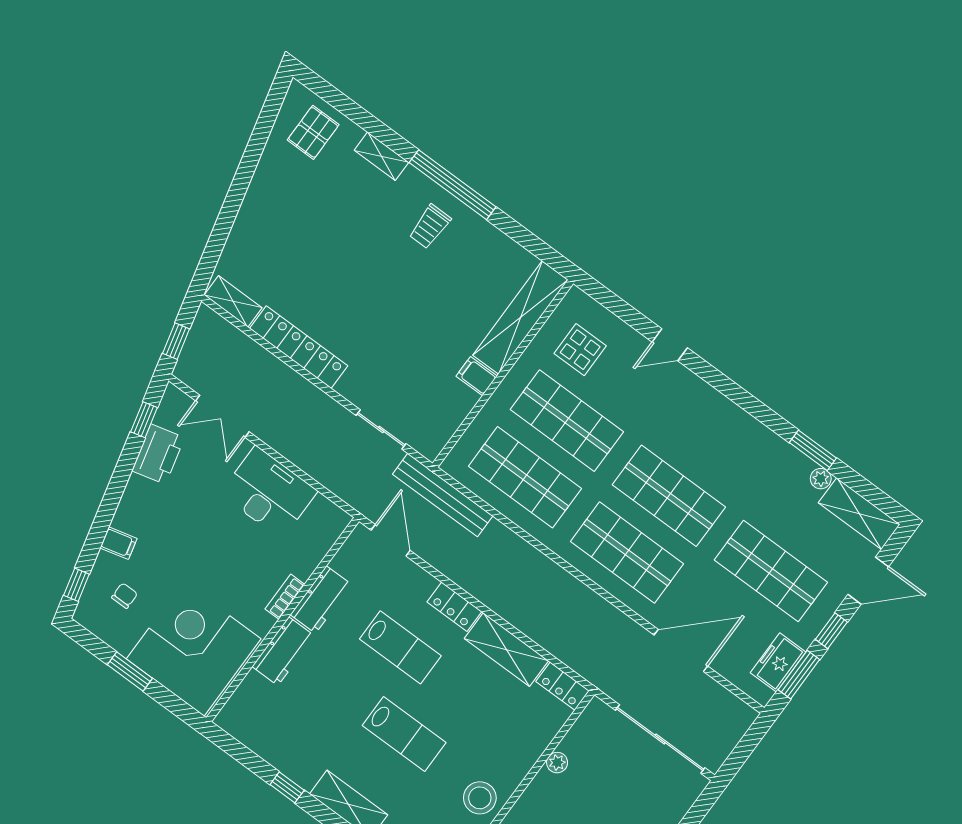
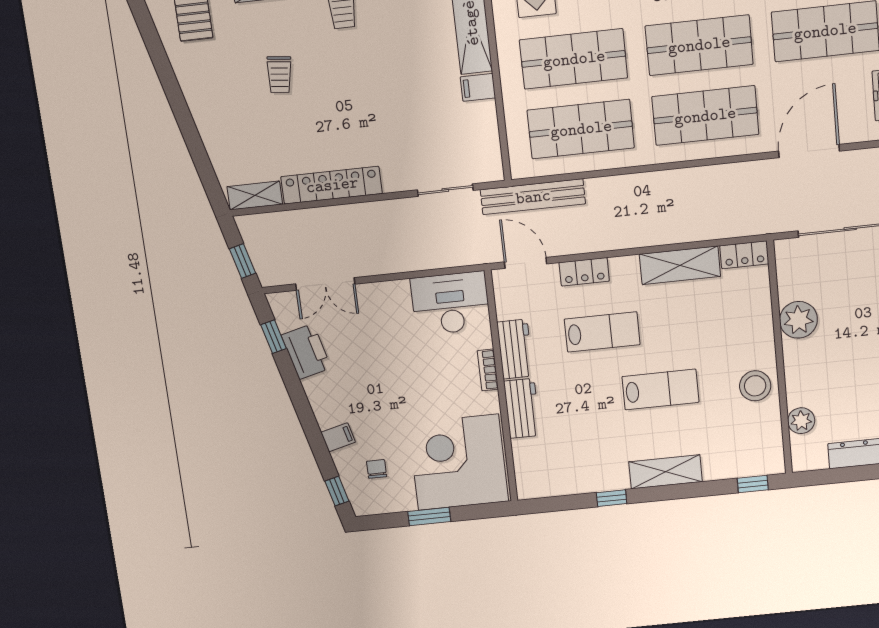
trolley: (337, 231) -> (279, 75), added
desk: (269, 492) -> (451, 303), moved
locker: (454, 607) -> (584, 272), moved
plant: (557, 763) -> (798, 320), width x1.87, depth x1.87

